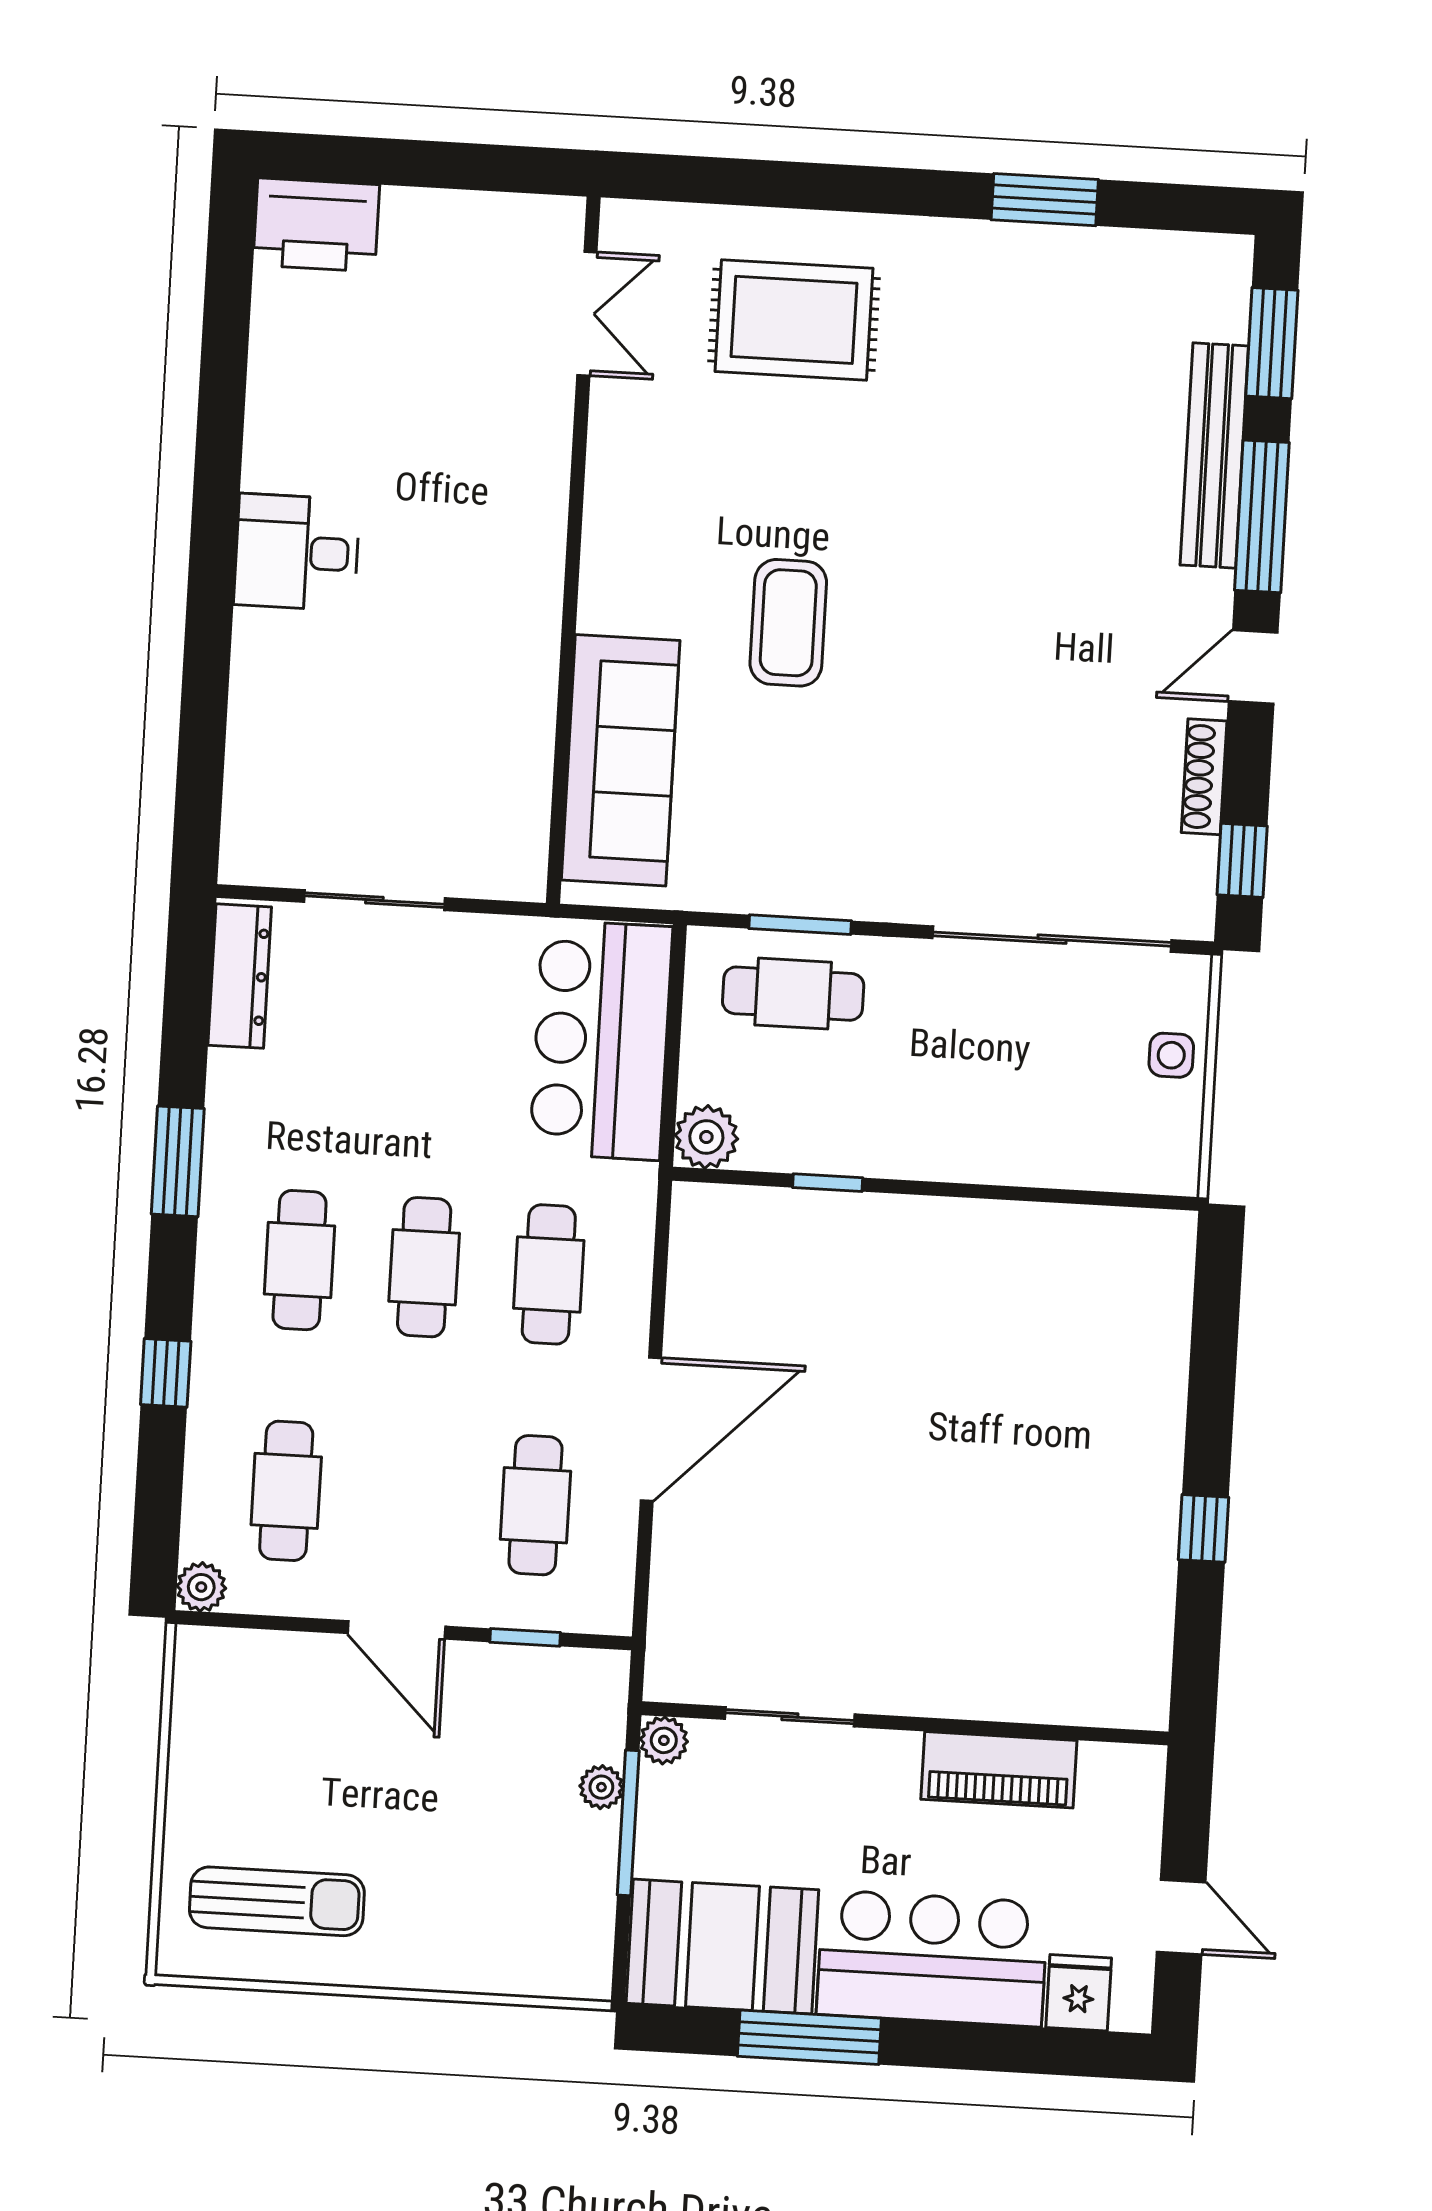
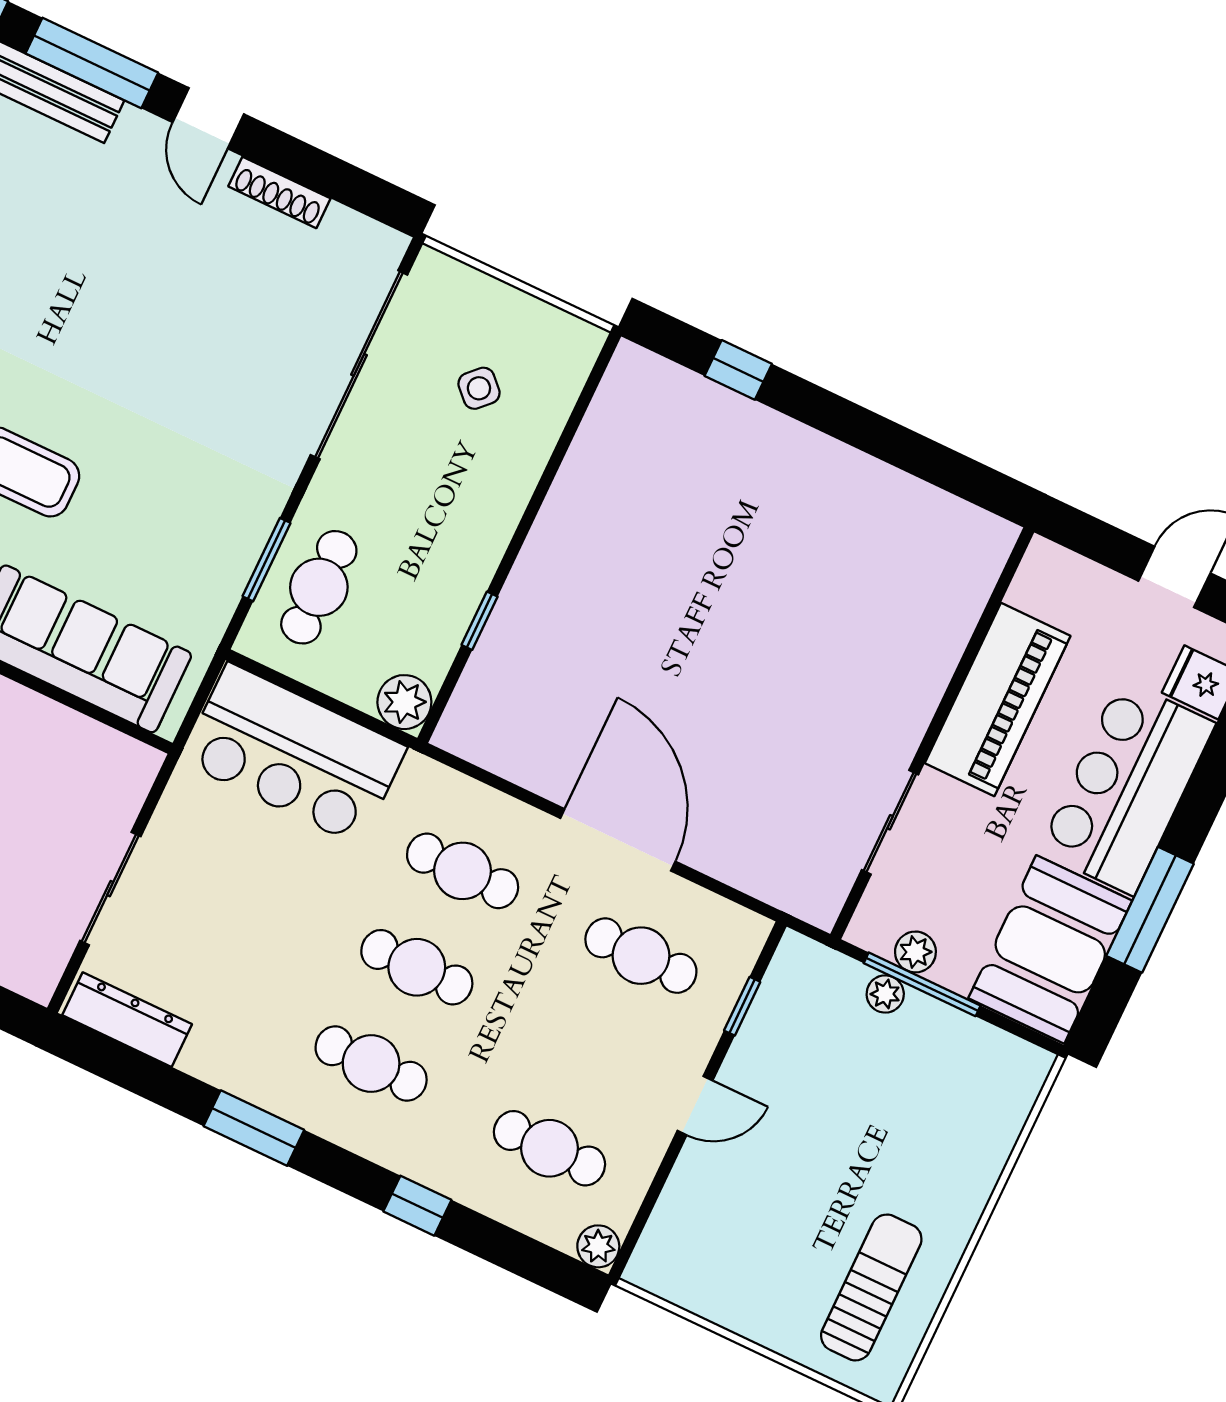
window: (1242, 860) -> (358, 189), removed
side table: (1171, 1055) -> (479, 388), moved, turned 45
window: (1204, 1528) -> (738, 370), moved
door: (396, 1630) -> (695, 1106), width x0.73
plant: (664, 1740) -> (915, 952), moved
piano: (999, 1770) -> (998, 700), width x1.37, depth x1.33

